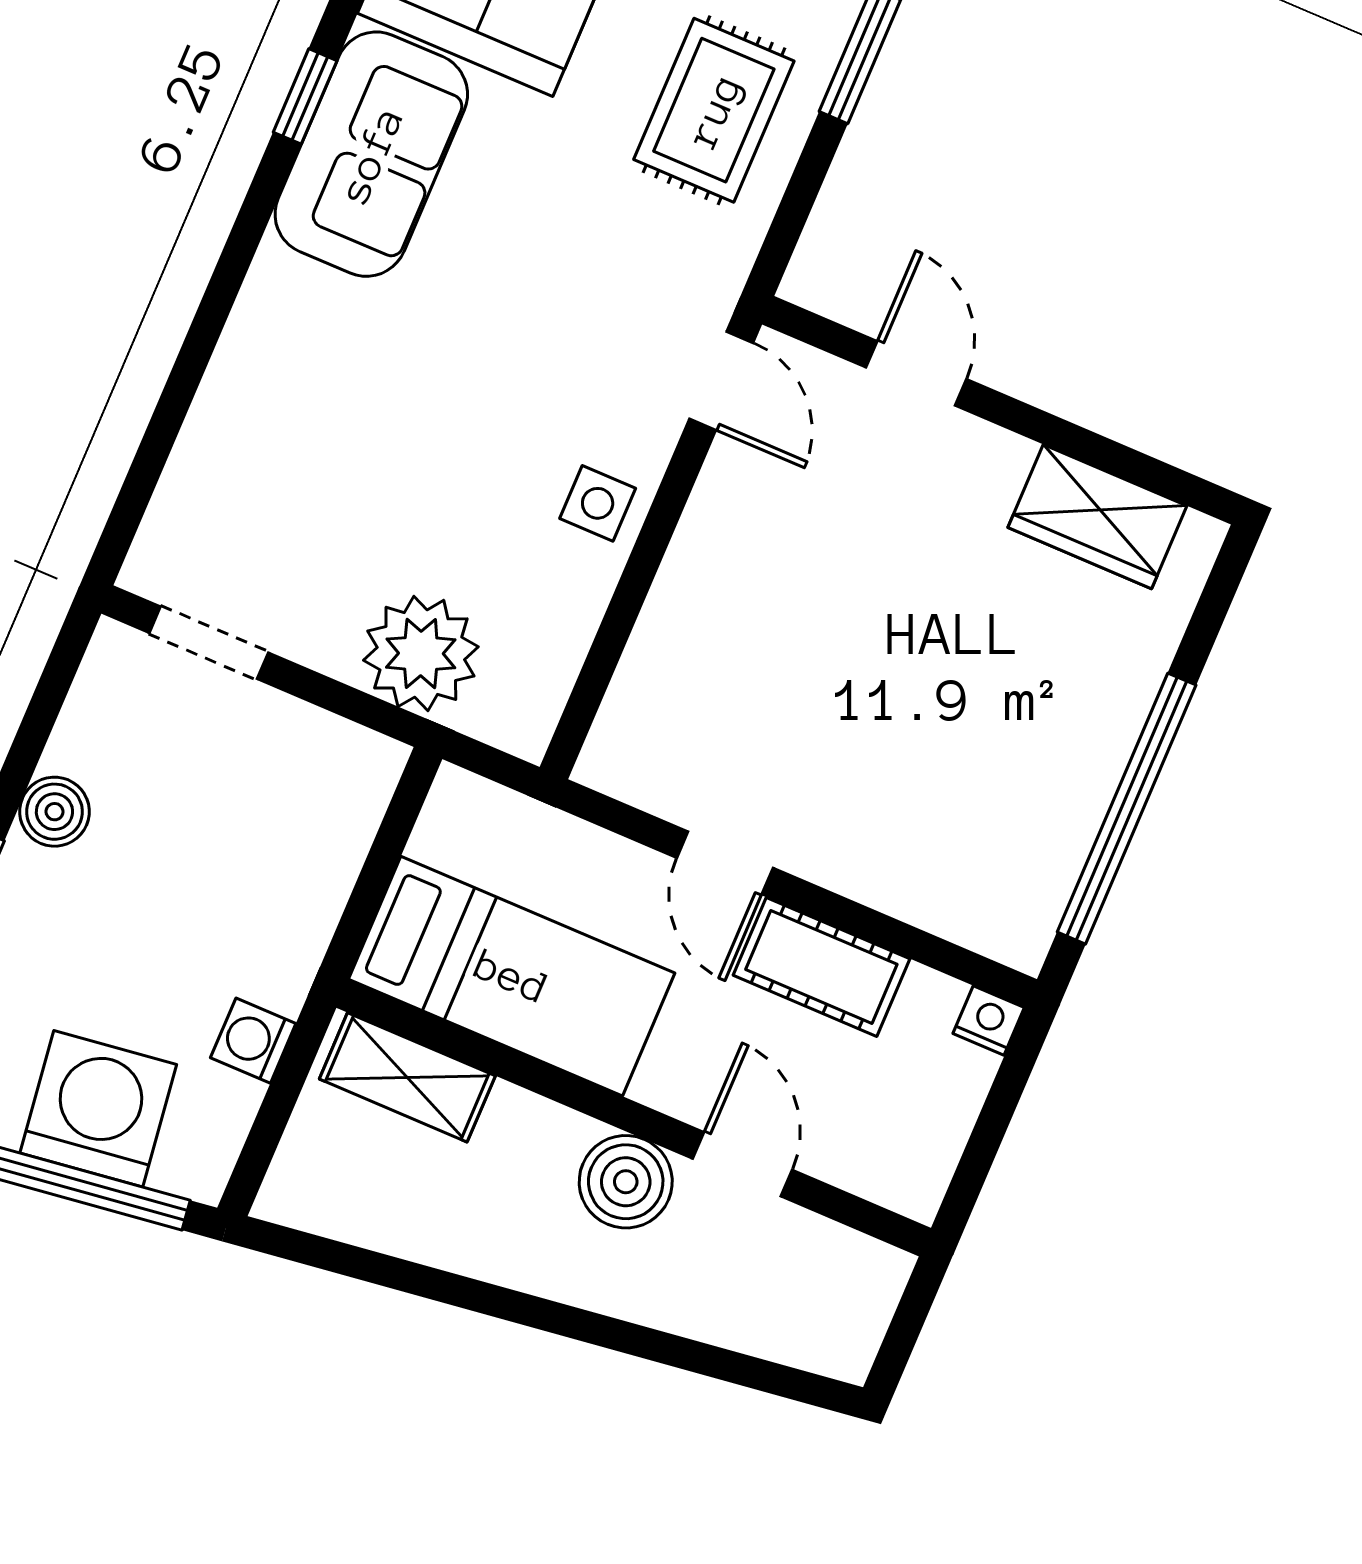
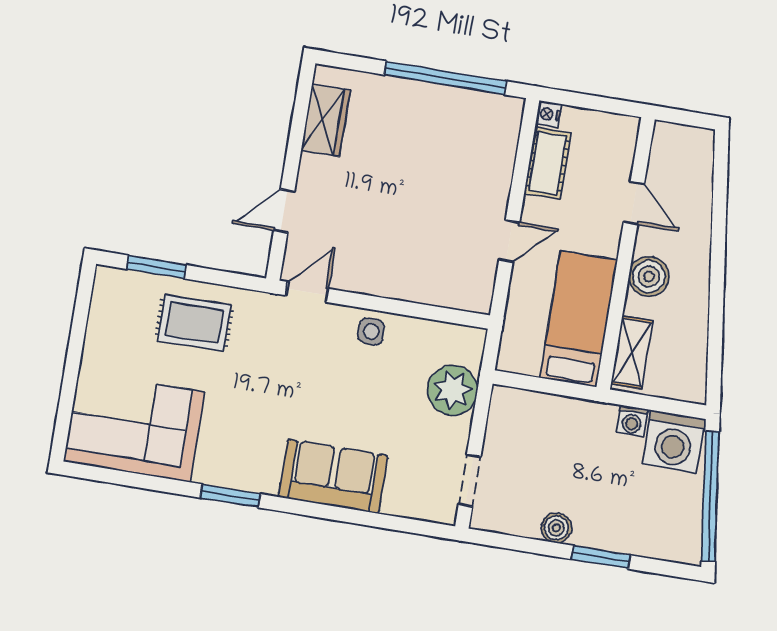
window: (305, 96) -> (230, 496), width x1.50
sofa: (371, 154) -> (333, 476), moved
cot: (821, 967) -> (547, 163), moved
washing machine: (98, 1109) -> (674, 441), moved, turned -82
door: (742, 1164) -> (634, 203), swing flipped
boiler: (626, 1182) -> (649, 277), moved

